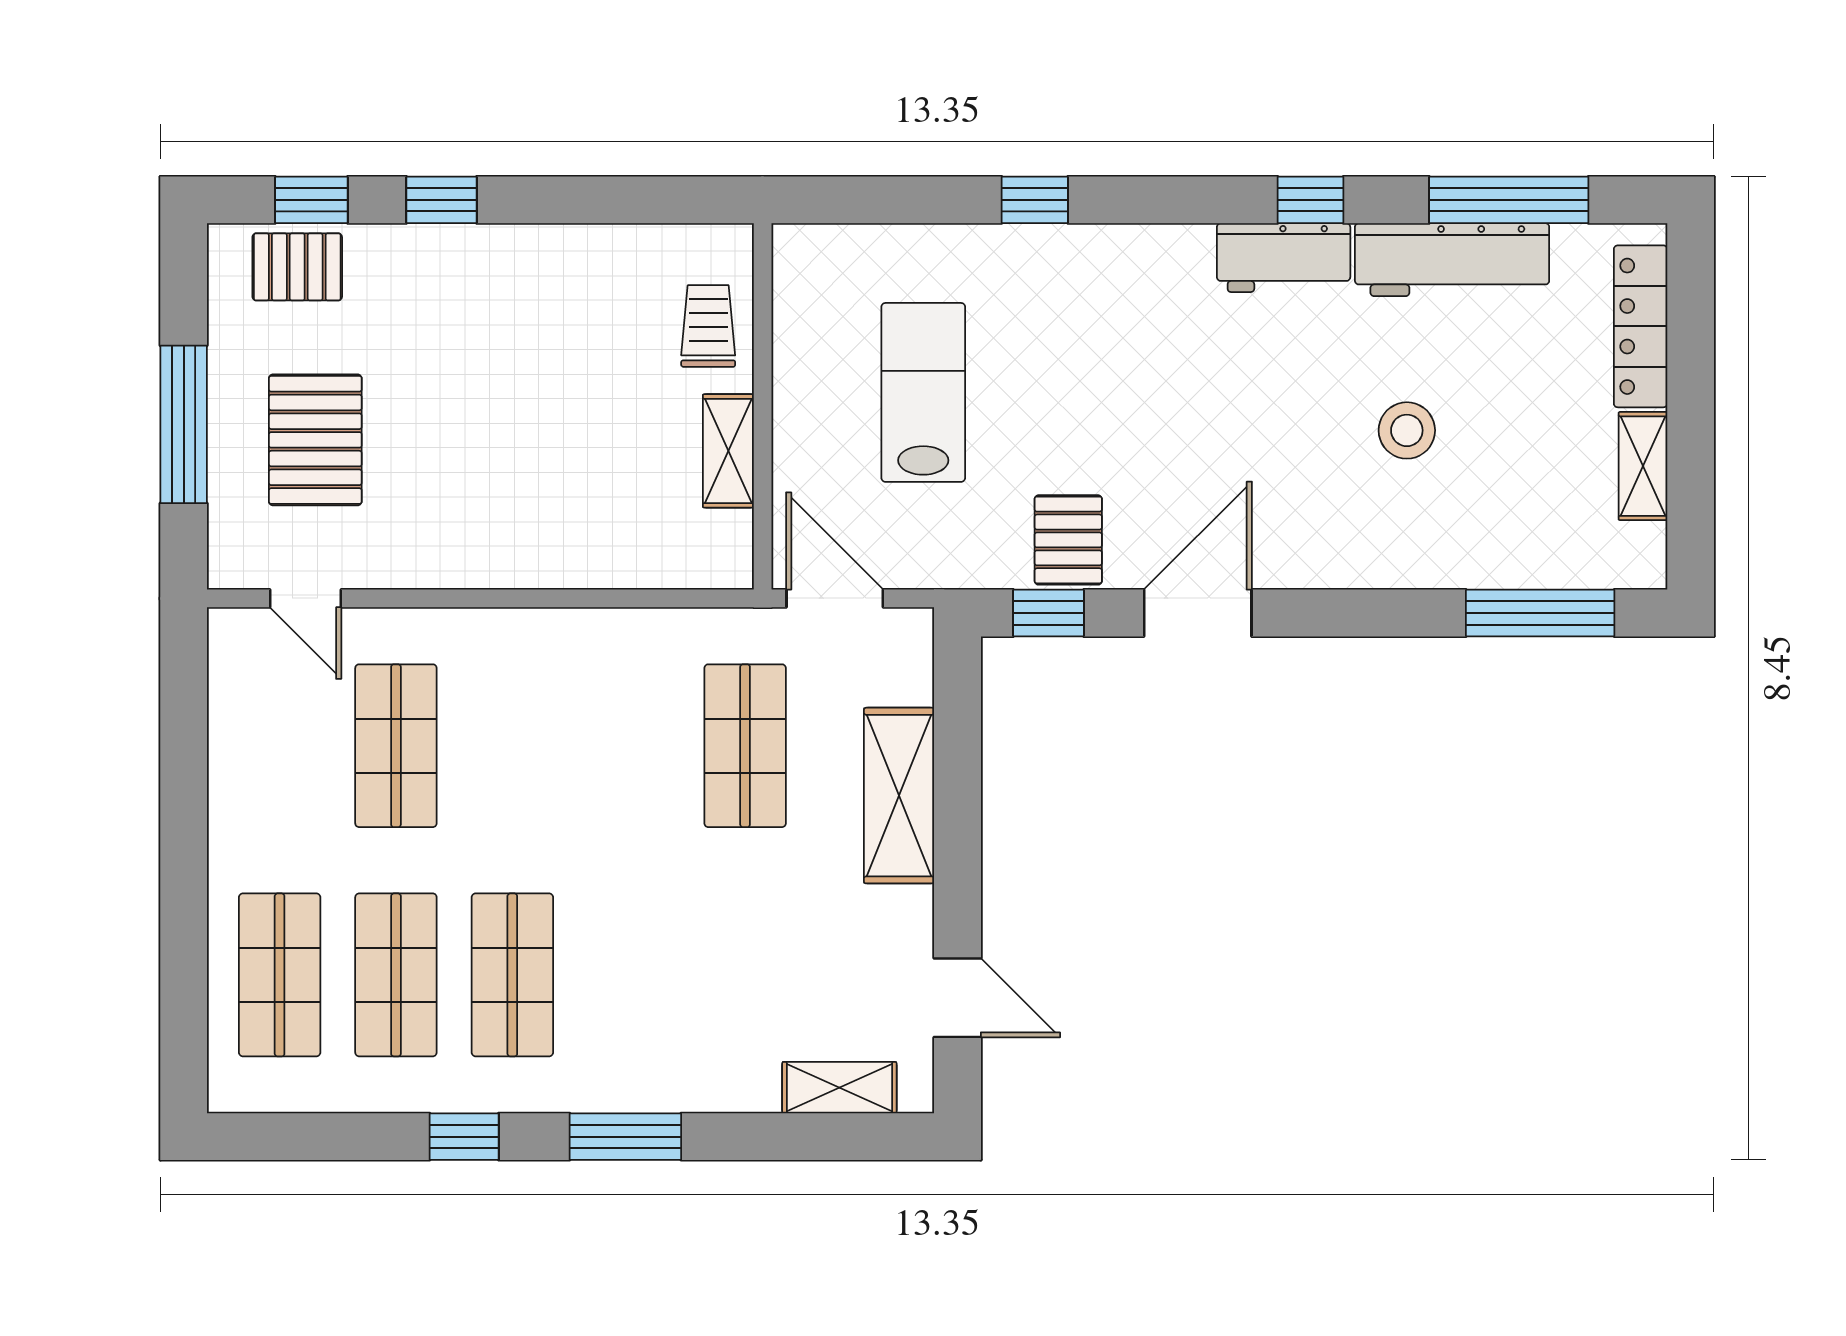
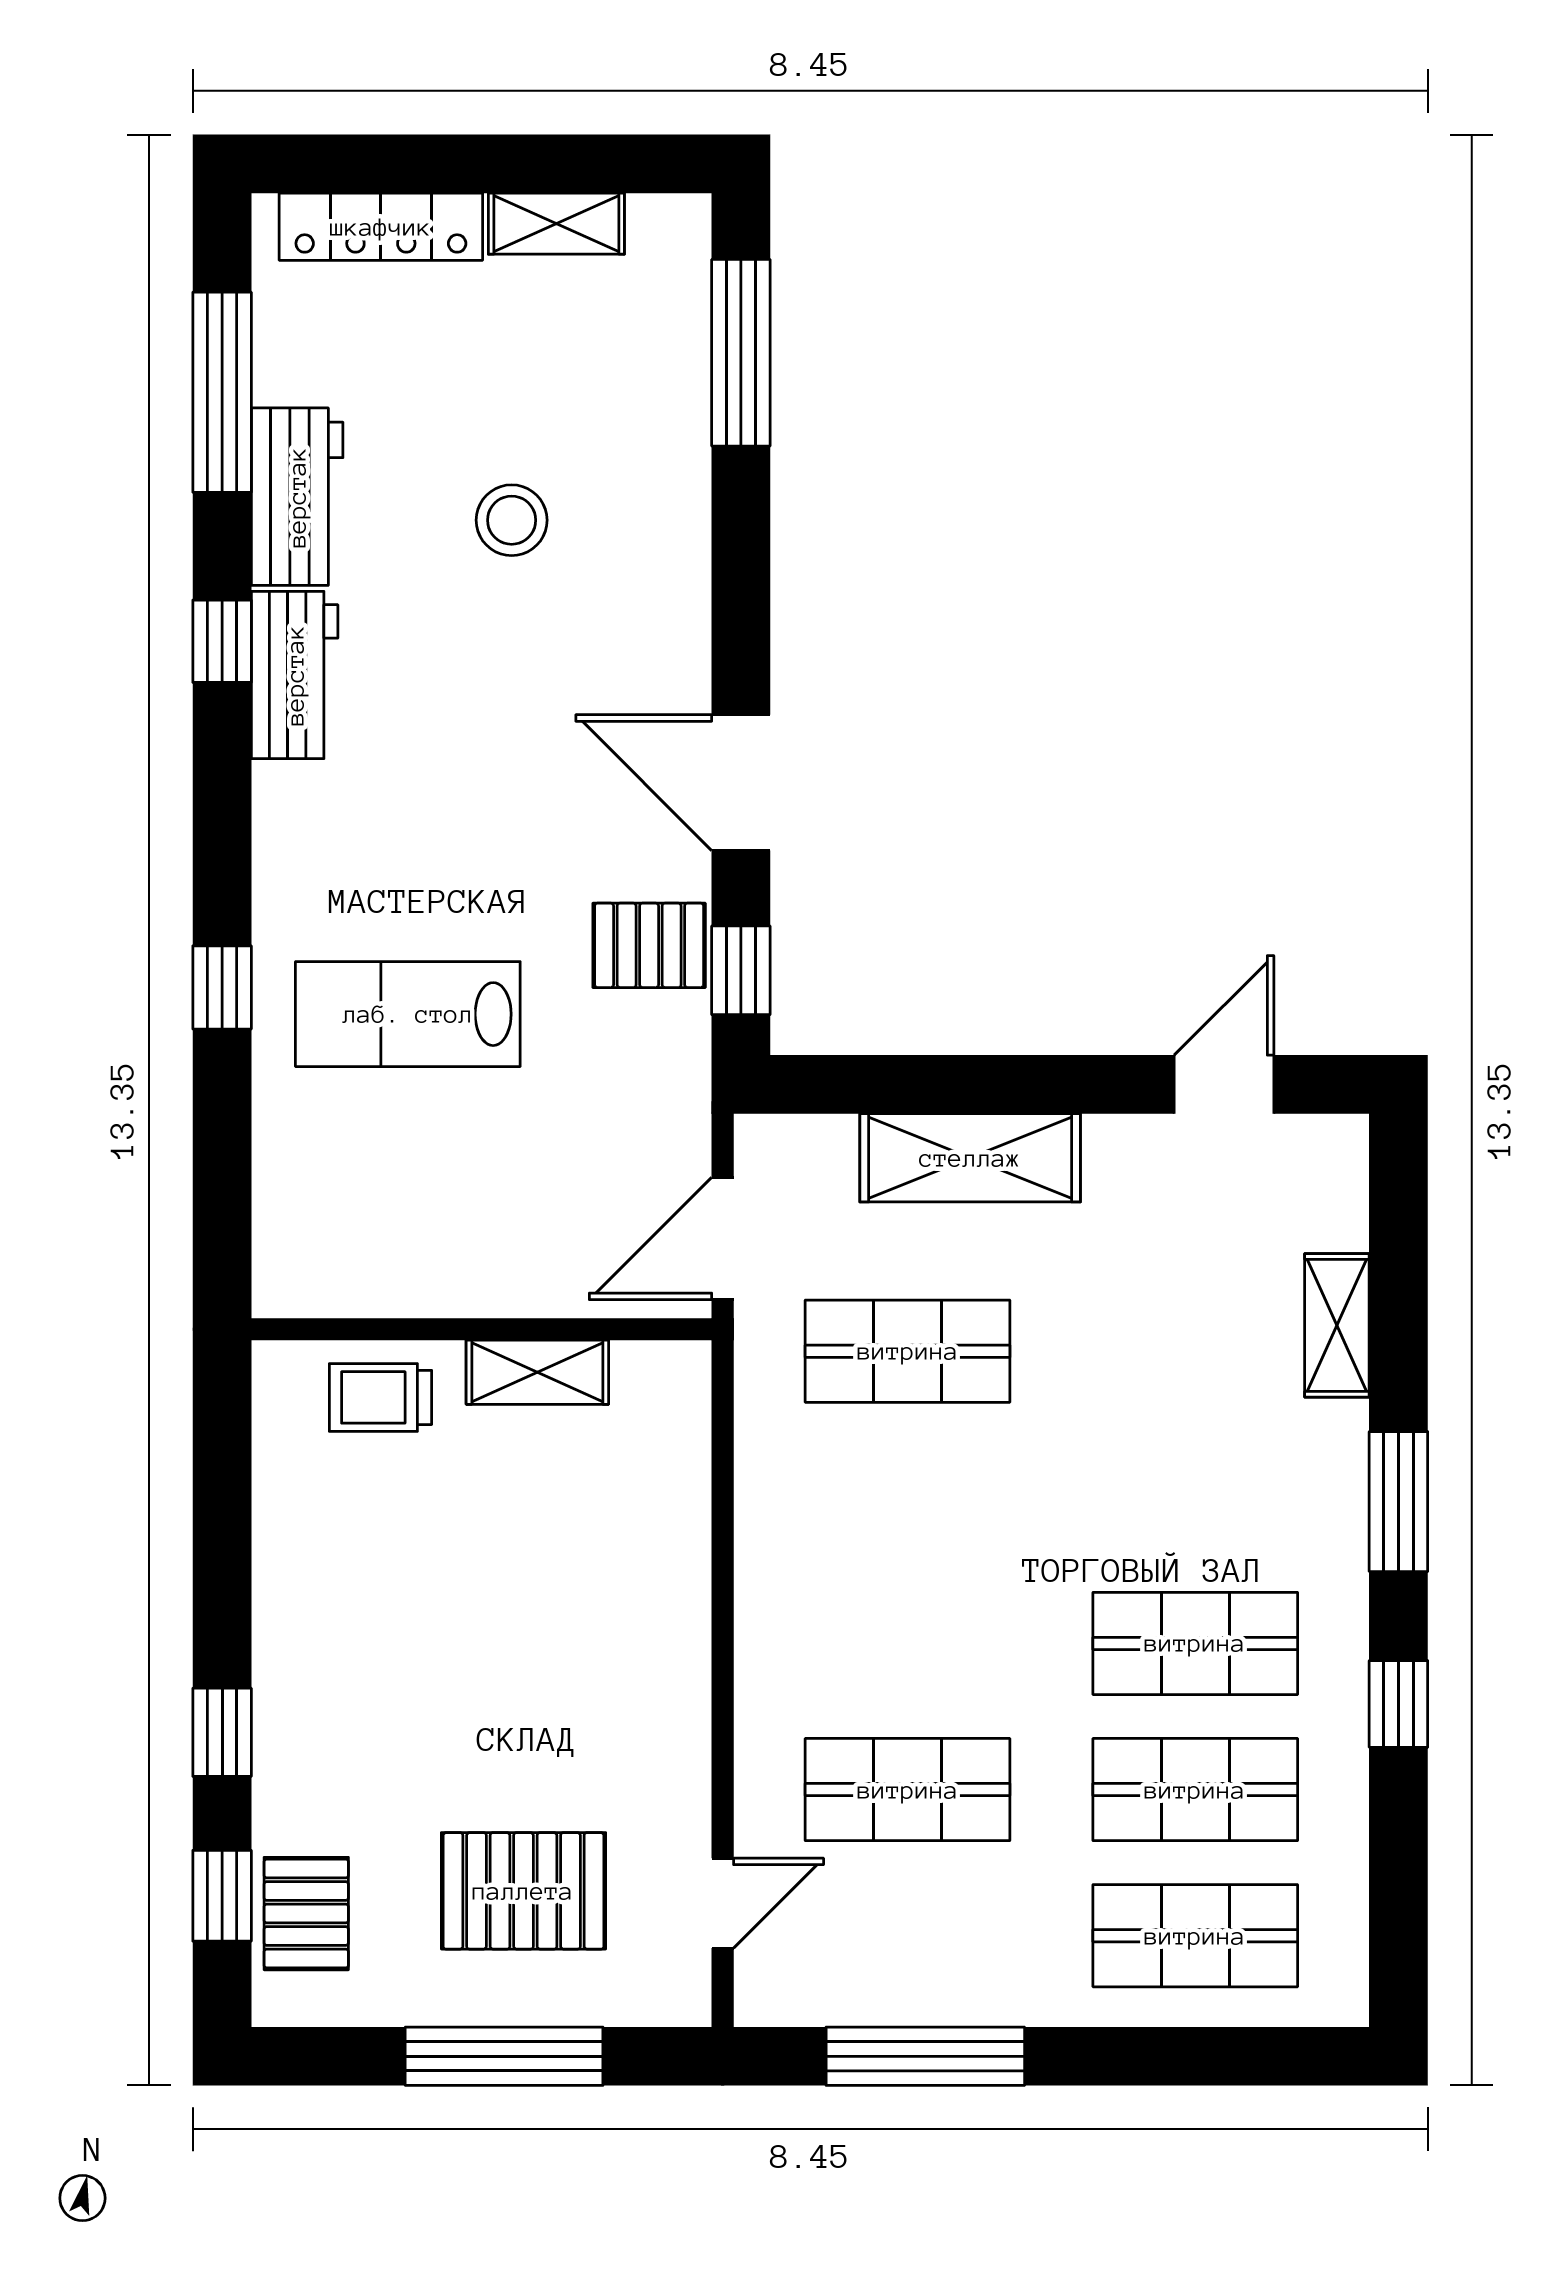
workbench: (1452, 260) -> (297, 497), width x0.73
lab bench: (923, 392) -> (408, 1014), moved
window: (184, 760) -> (925, 2056), added
shelving: (839, 1088) -> (1337, 1325), moved

